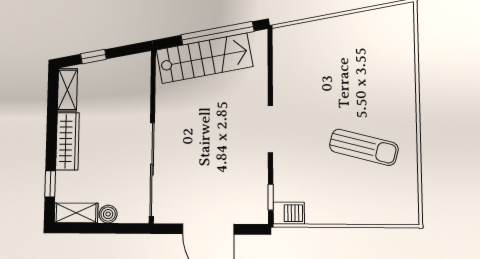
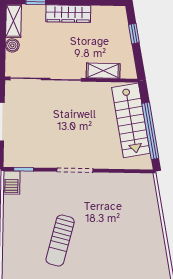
shelving: (67, 90) -> (103, 71), moved

